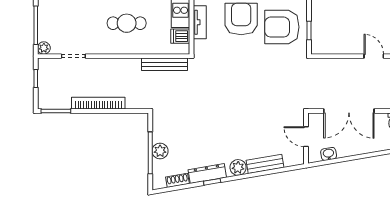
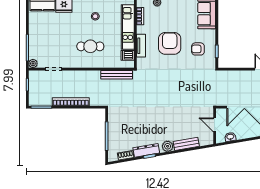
armchair: (282, 27) -> (198, 49), width x0.53, depth x0.53
plant: (160, 151) -> (114, 135), removed

